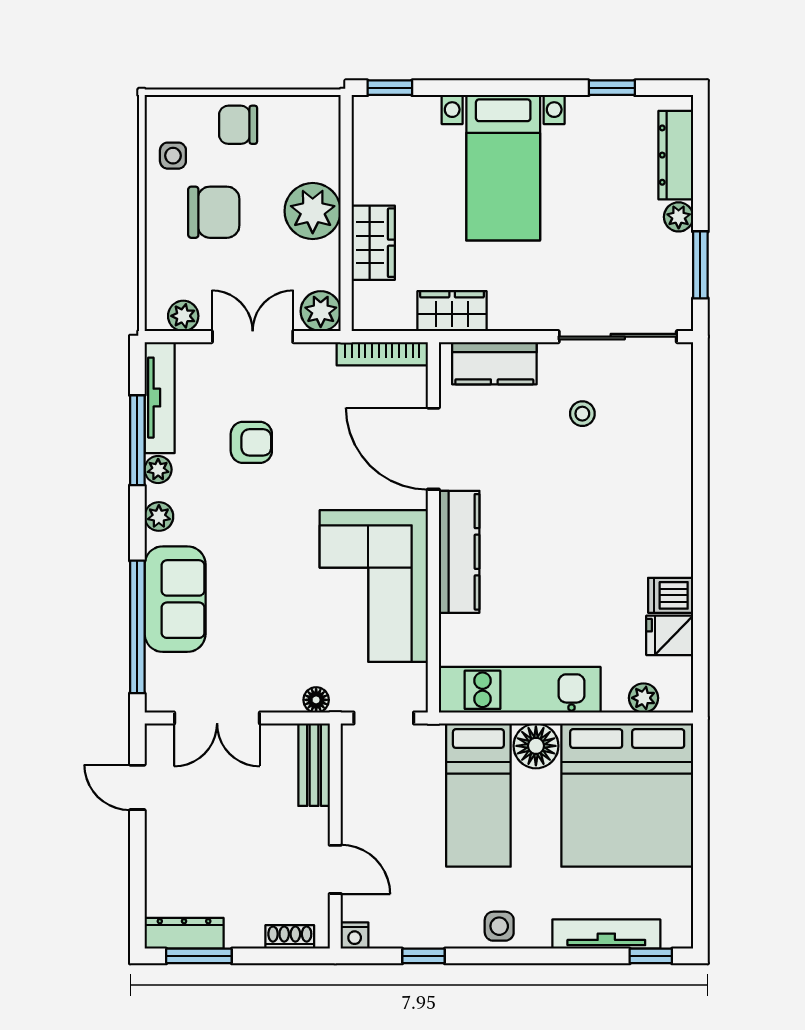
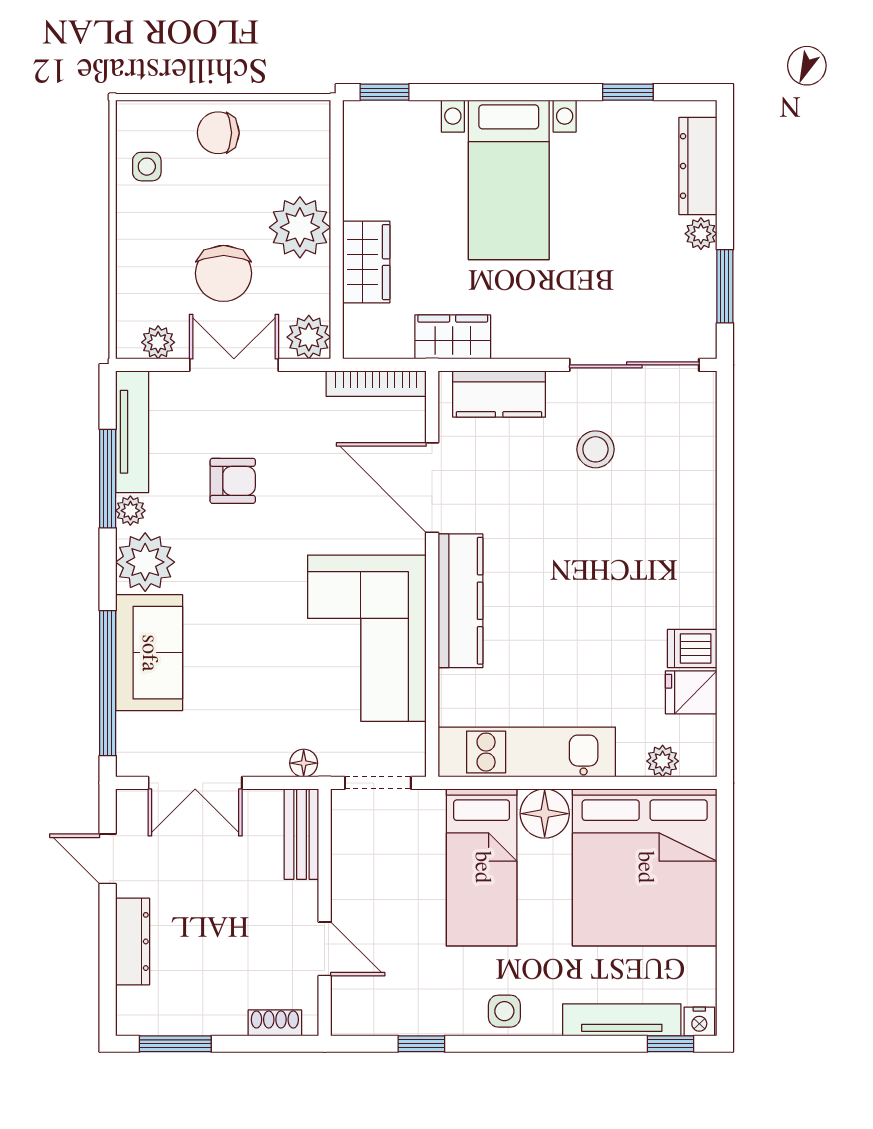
chair: (214, 212) -> (224, 273), moved, turned 90
stool: (582, 414) -> (595, 449), width x1.37, depth x1.37
plant: (159, 516) -> (145, 562), width x1.88, depth x1.88
dresser: (184, 933) -> (133, 941), moved, turned 90
nightstand: (355, 936) -> (699, 1021), moved

